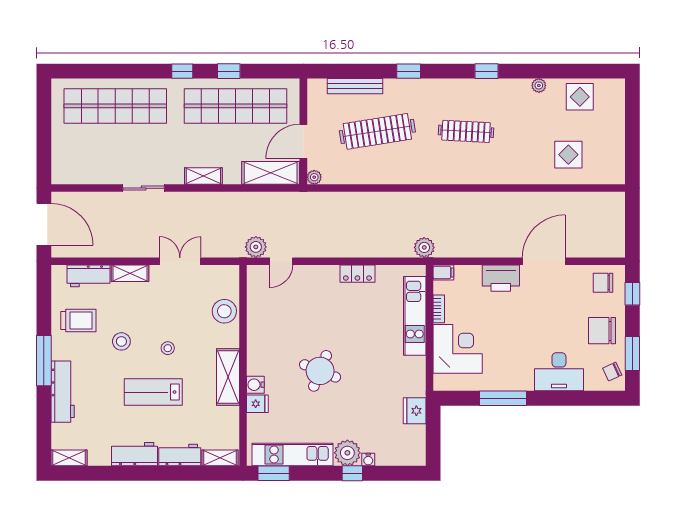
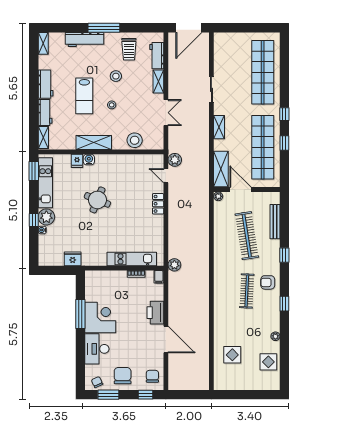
armchair: (452, 98) -> (268, 282), added
locker: (357, 274) -> (158, 204), moved
corner desk: (458, 349) -> (100, 318), moved, turned -90
lab bench: (153, 392) -> (84, 96), turned 180

